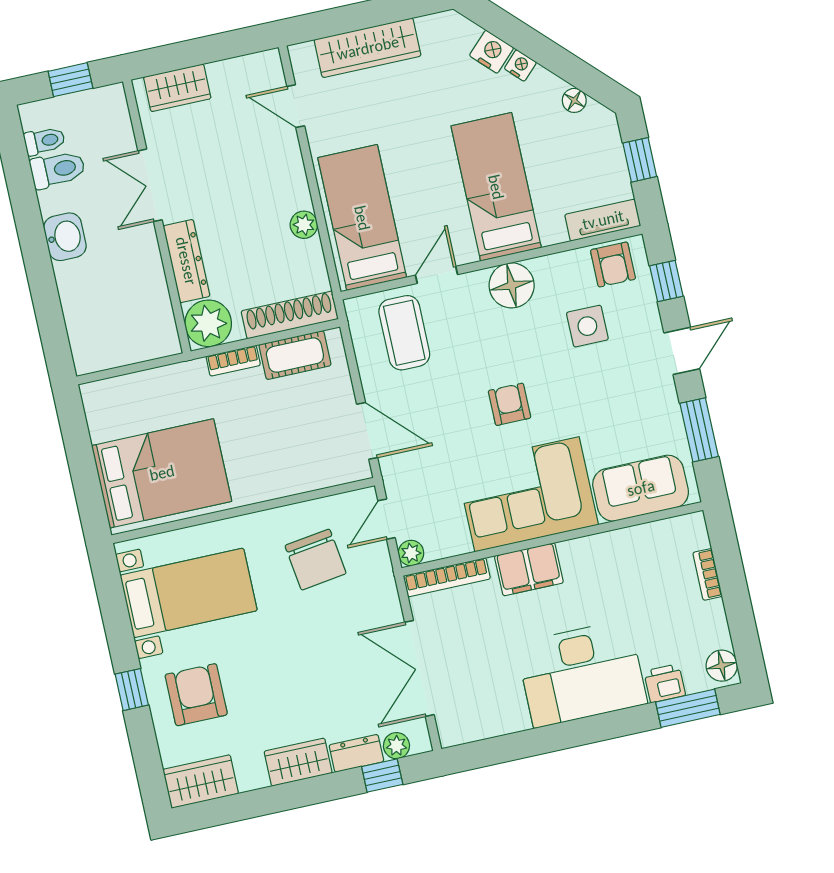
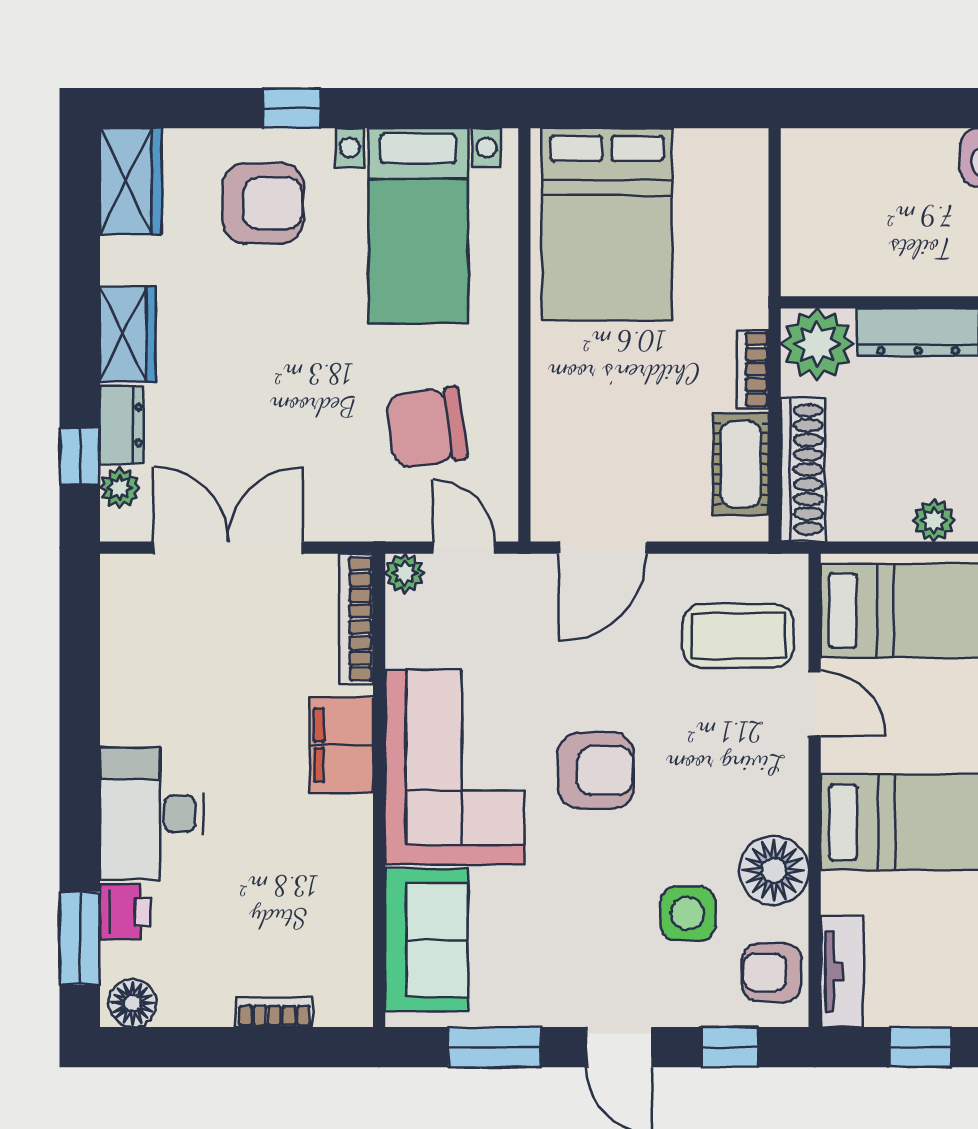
floor lamp: (512, 285) -> (774, 870), moved
armchair: (509, 404) -> (596, 770), width x1.38, depth x1.38
desk: (581, 673) -> (152, 814), width x0.73, depth x0.77

